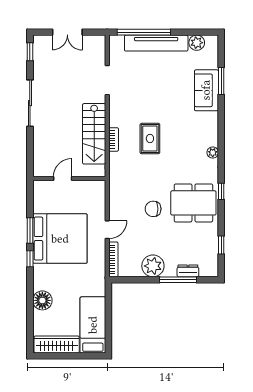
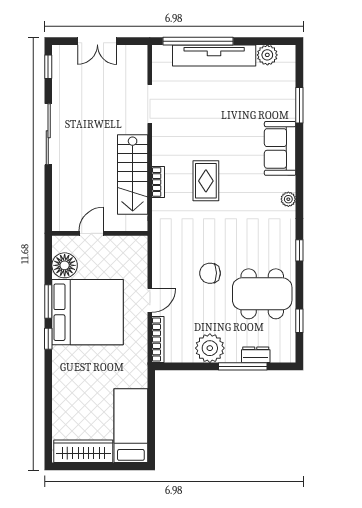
sofa: (206, 90) -> (280, 148), moved
dining table: (193, 203) -> (262, 294), moved
floor lamp: (42, 300) -> (65, 265), moved

